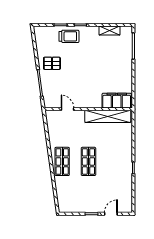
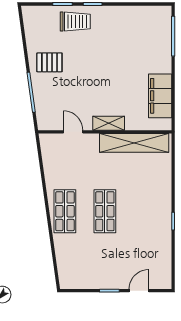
shelving: (109, 31) -> (109, 123), moved
filing cabinet: (117, 101) -> (160, 96), moved, turned -90

